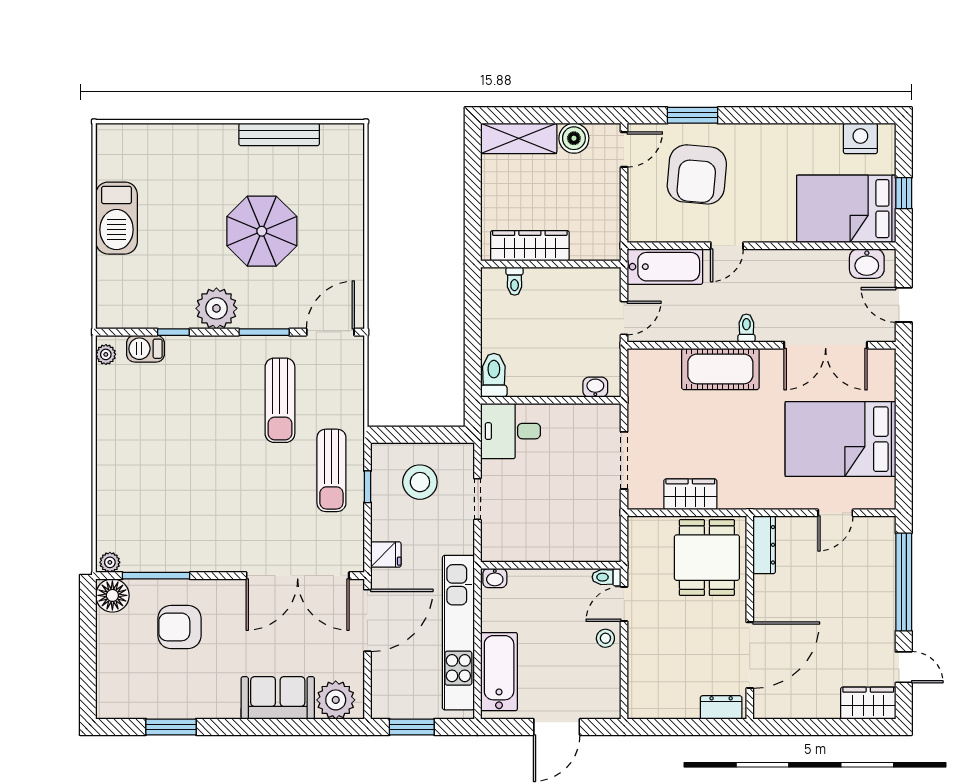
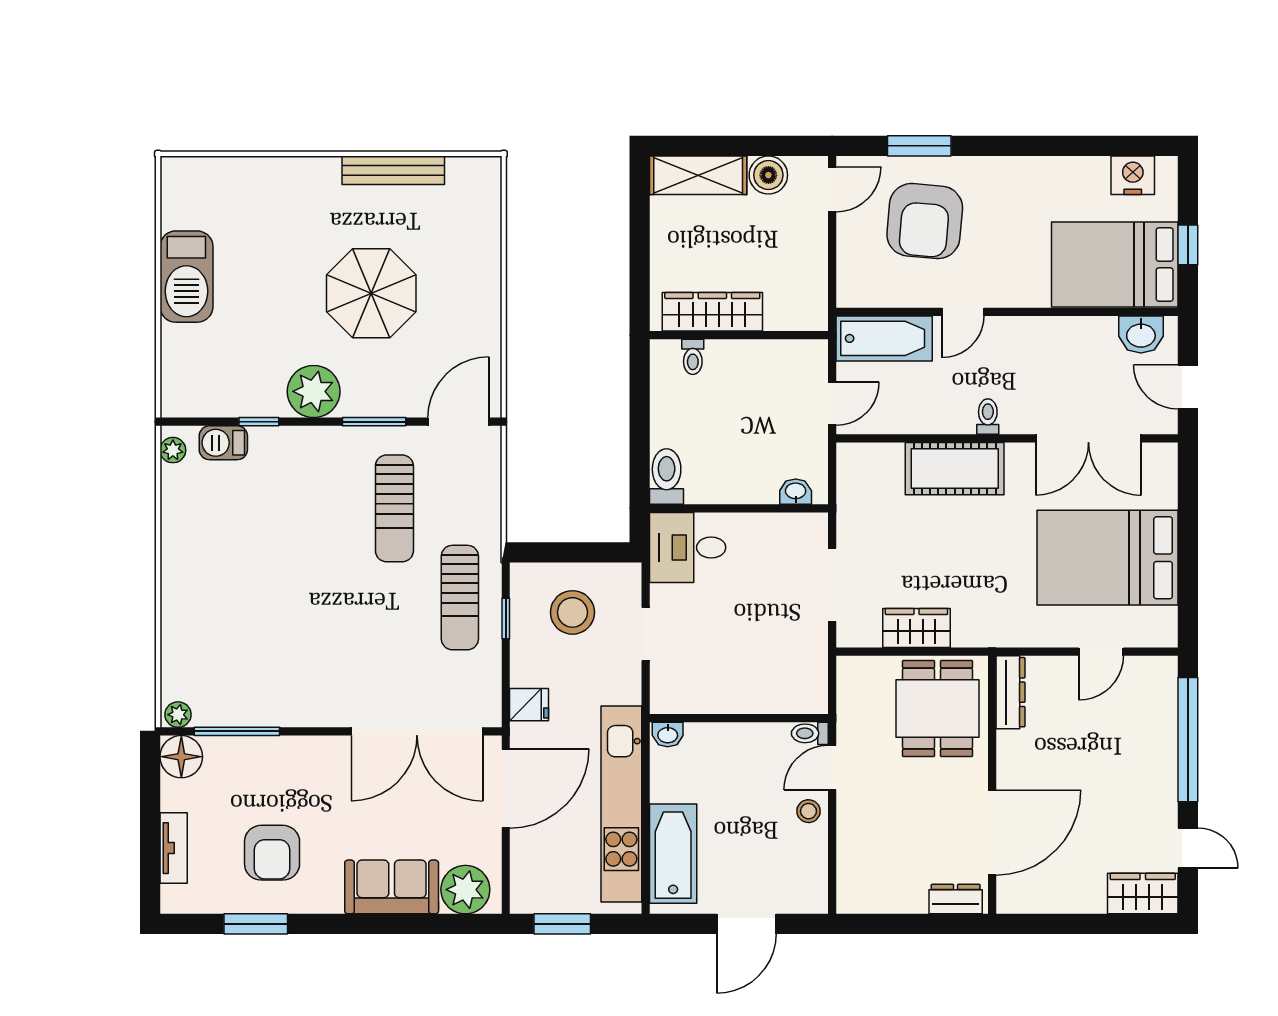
armchair: (179, 627) -> (272, 853), moved, turned -90
tv unit: (106, 667) -> (174, 848), added

